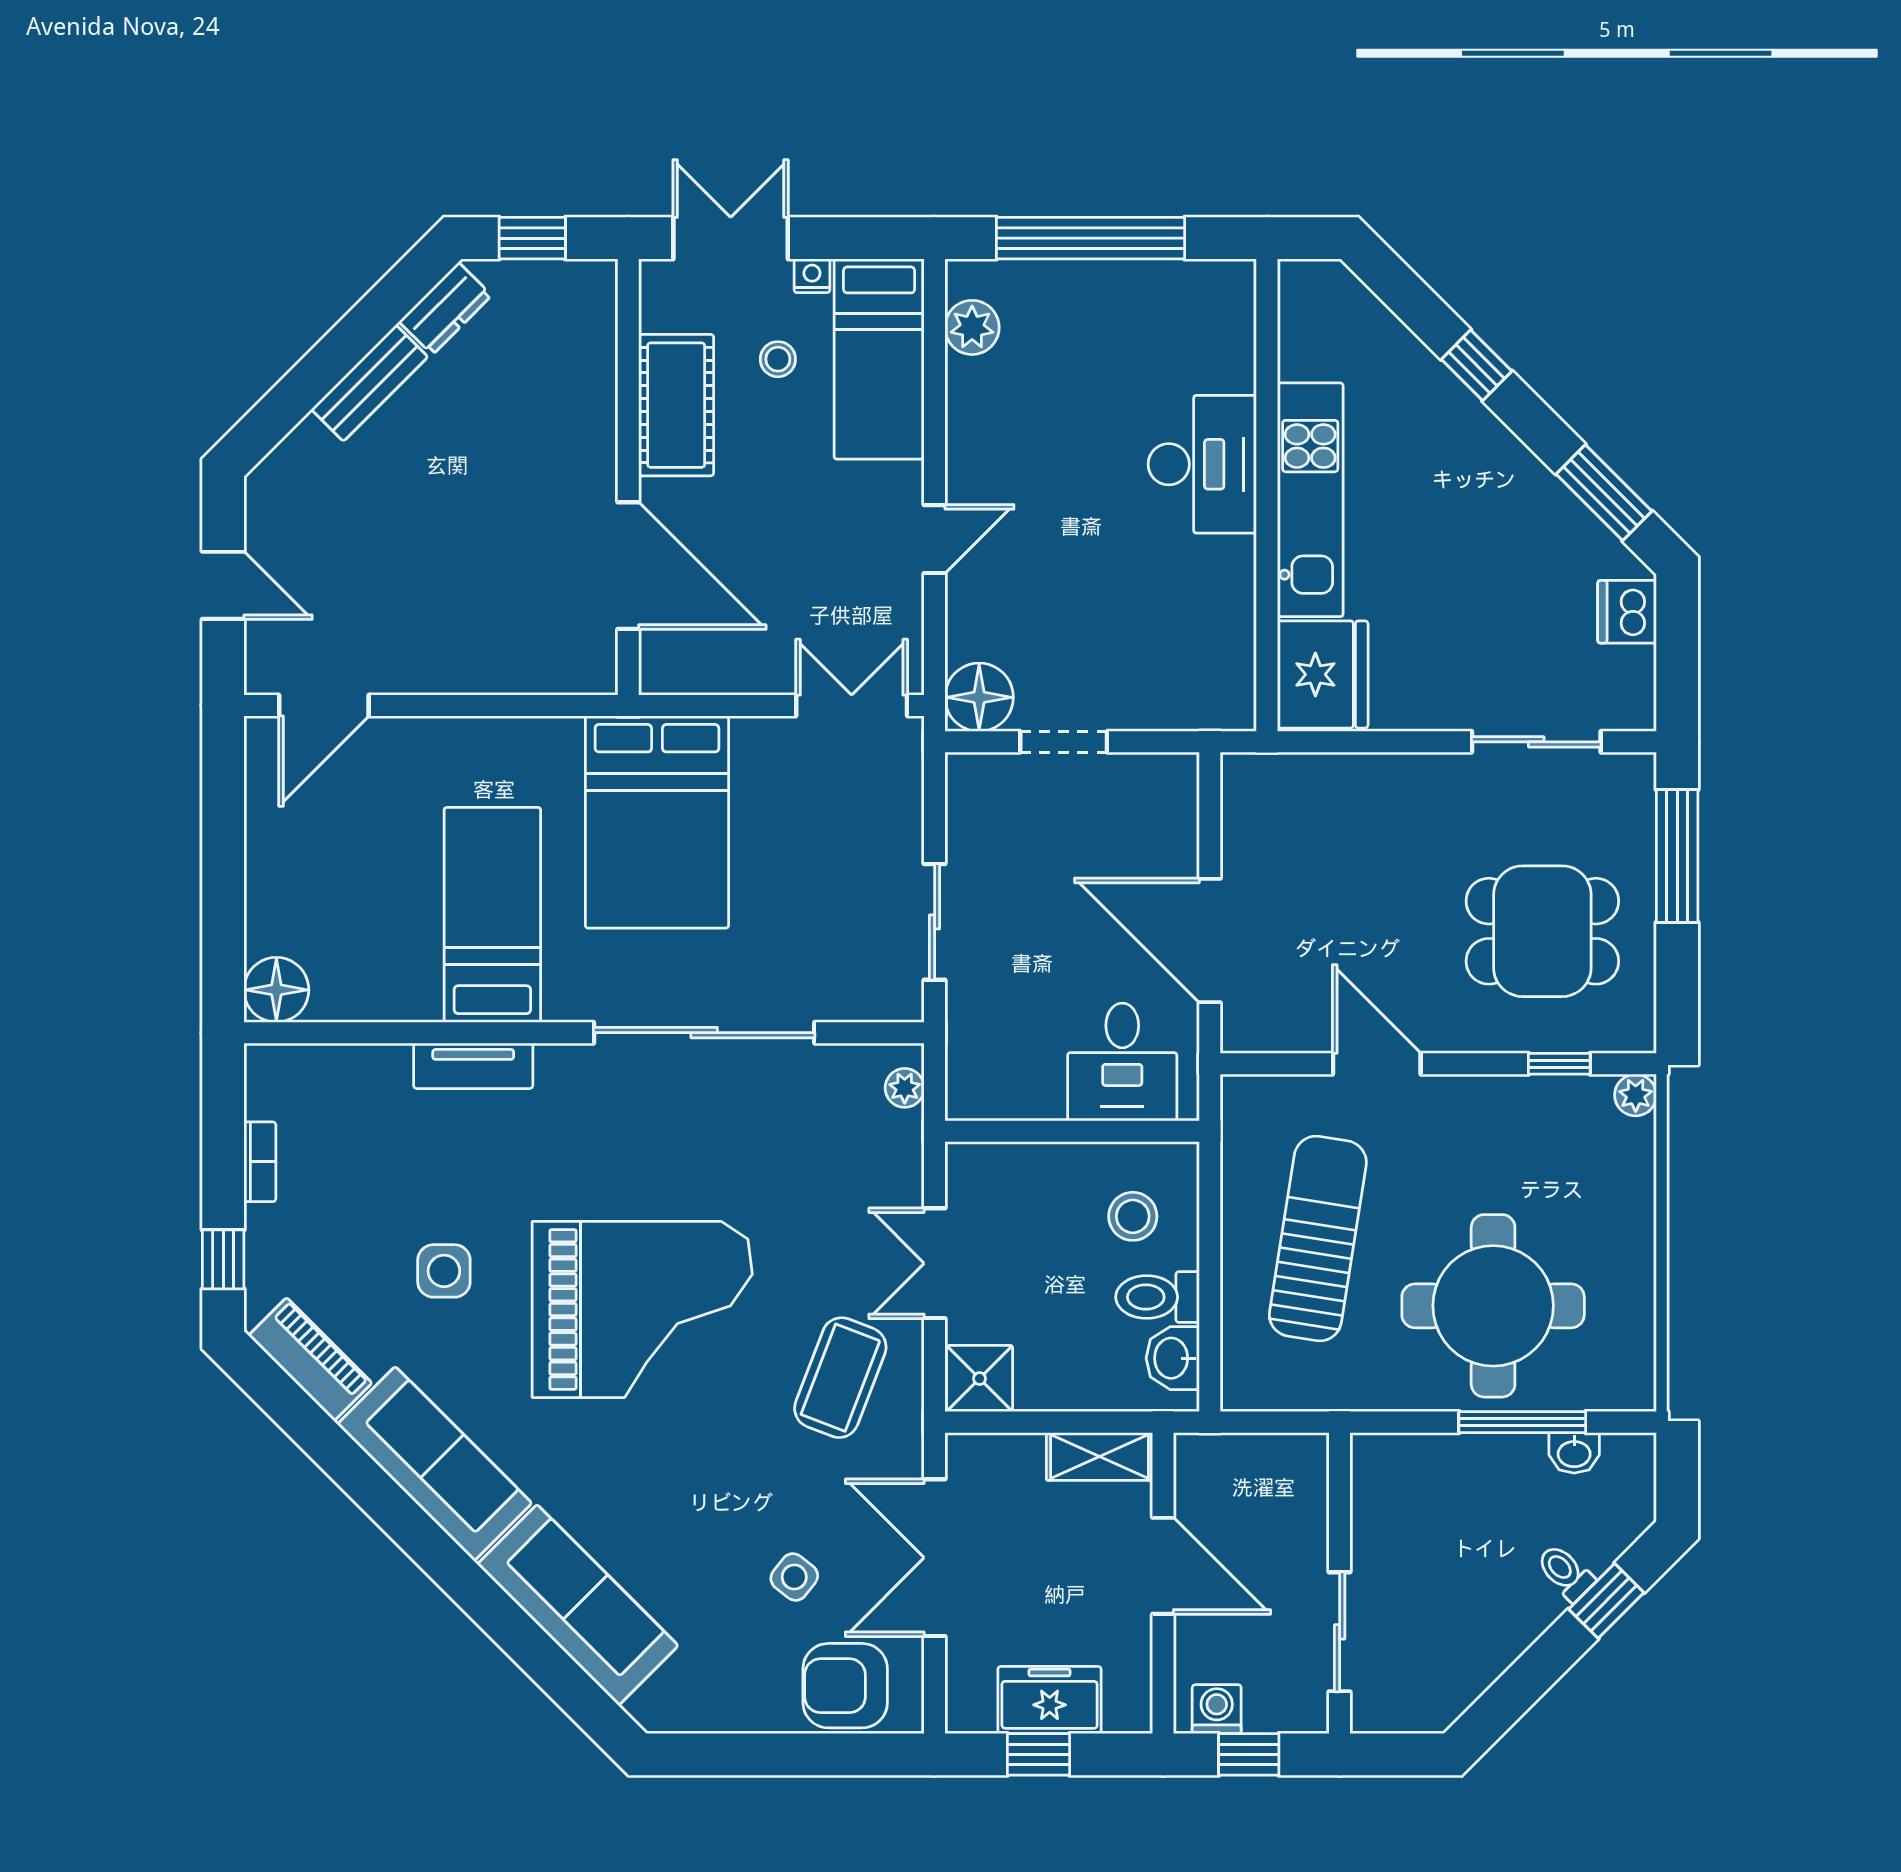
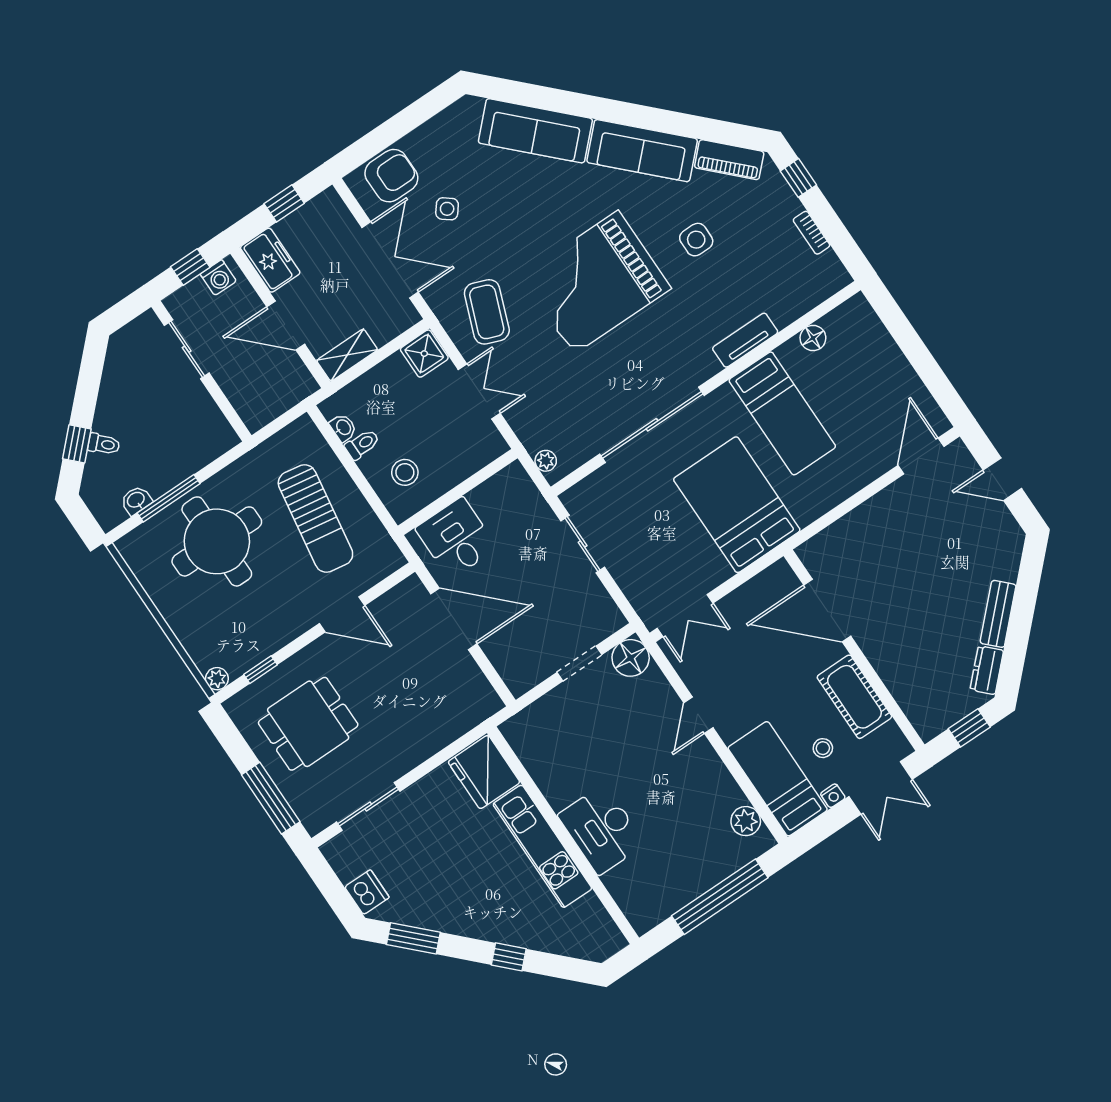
floor lamp: (276, 990) -> (813, 338), moved, width x0.73, depth x0.73
toilet: (1158, 1297) -> (362, 444), width x0.73, depth x0.72
washbasin: (1173, 1358) -> (343, 428), width x0.72, depth x0.69
freezer: (1050, 1700) -> (270, 260), moved, turned -90

